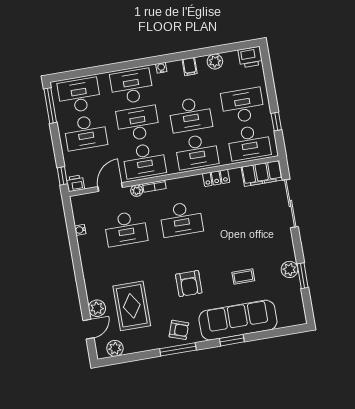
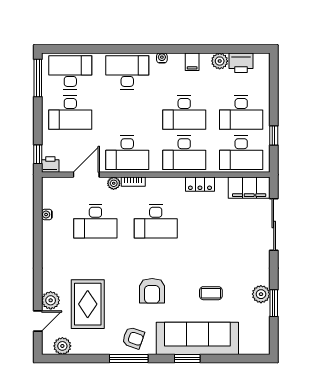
printer: (250, 57) -> (241, 63), moved
desk: (243, 106) -> (241, 113), turned 180
desk: (138, 123) -> (127, 113), removed

